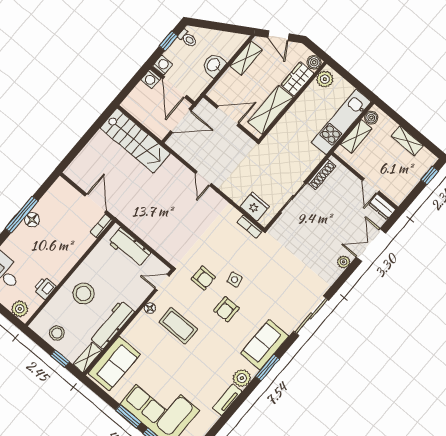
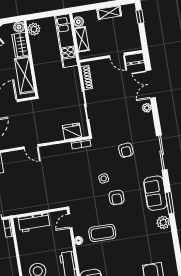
armchair: (203, 278) -> (126, 150), moved, turned 85
tv unit: (227, 400) -> (168, 241), removed

